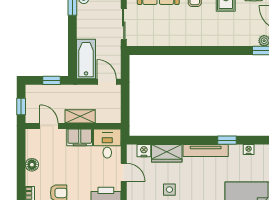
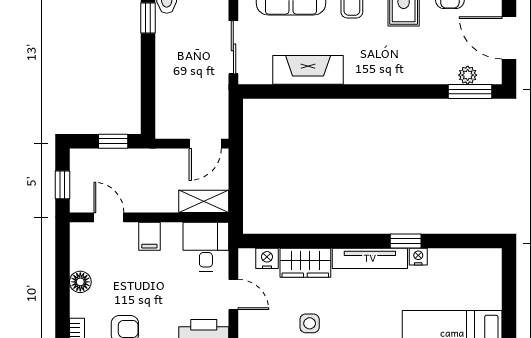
fireplace: (168, 38) -> (308, 70), added
bathtub: (86, 59) -> (171, 106), removed
door: (107, 82) -> (205, 144), swing flipped
shelving: (80, 116) -> (204, 201), moved
filing cabinet: (80, 137) -> (149, 236), width x0.50
nightstand: (249, 150) -> (418, 257), moved

